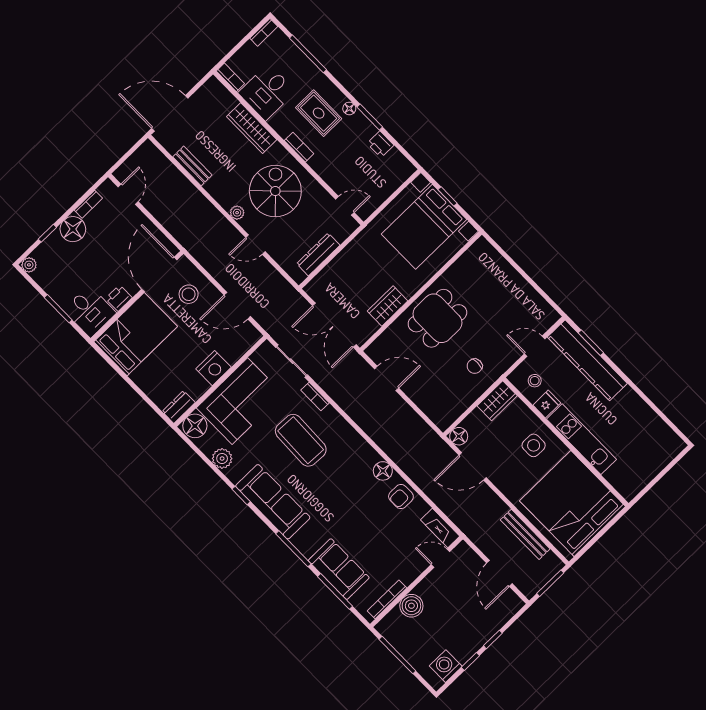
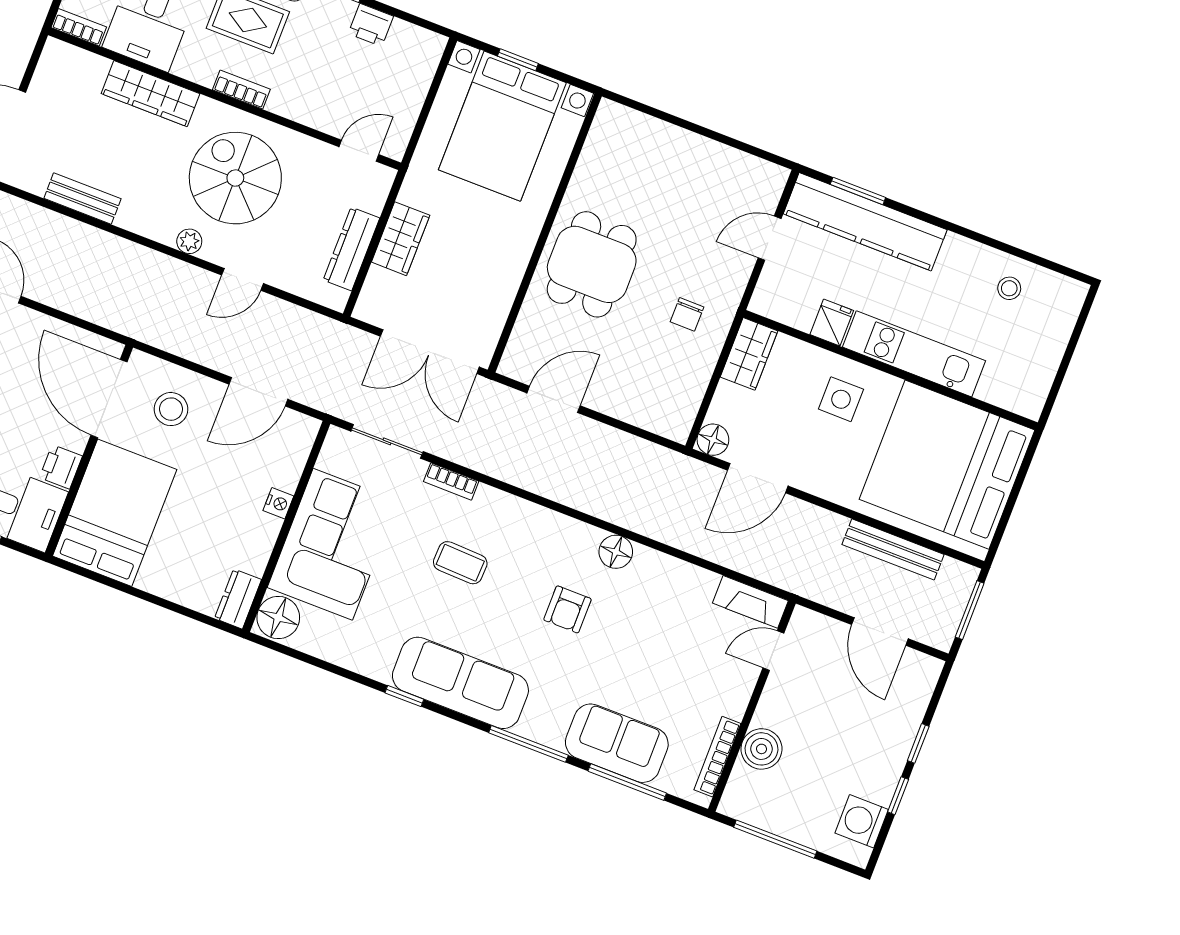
wardrobe: (388, 306) -> (401, 239), moved, turned 180
nightstand: (213, 368) -> (278, 503), width x0.53, depth x0.56
stool: (535, 381) -> (1009, 288), moved
coffee table: (301, 440) -> (460, 563), width x0.54, depth x0.58
plant: (222, 458) -> (346, 650), removed
armchair: (401, 497) -> (567, 609), moved

